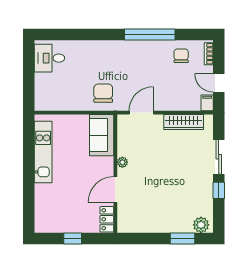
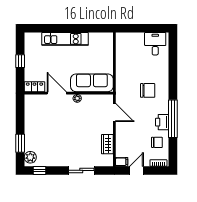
printer: (154, 49) -> (162, 122), added
chair: (103, 93) -> (148, 90), moved
wardrobe: (184, 122) -> (107, 144), width x0.67
sofa: (102, 135) -> (92, 83), width x1.36
kitchen unit: (43, 152) -> (65, 39), moved
window: (219, 190) -> (40, 170), moved

